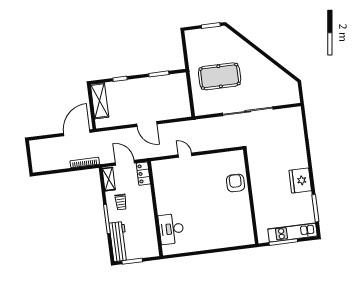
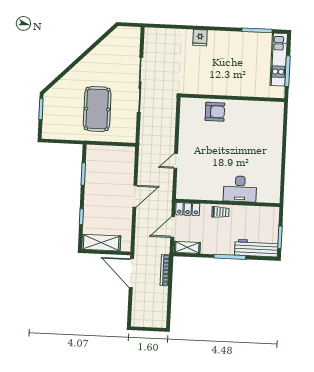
fridge: (300, 181) -> (200, 38), moved, width x0.53, depth x0.75
armchair: (235, 183) -> (215, 112), turned 180
trolley: (121, 202) -> (220, 212), moved
desk: (171, 229) -> (240, 189), moved

